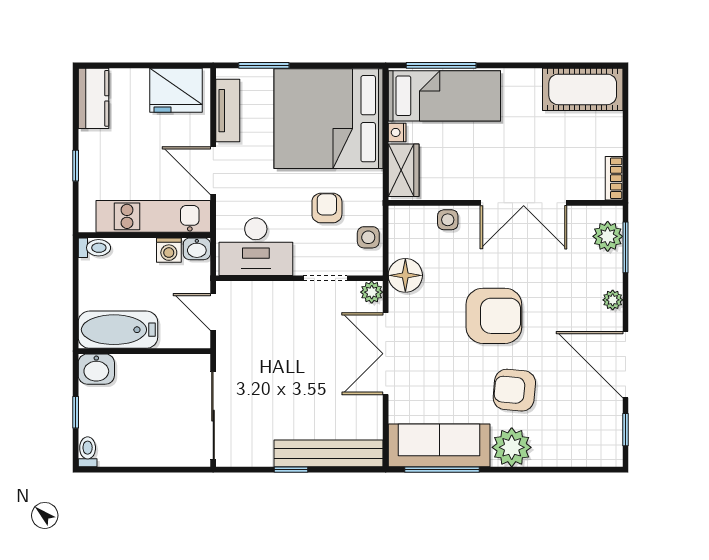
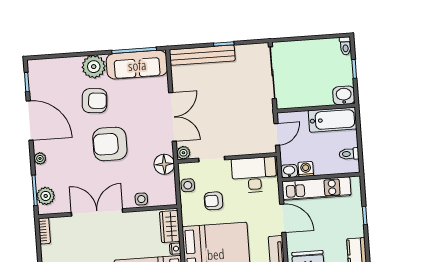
armchair: (327, 208) -> (214, 201), turned 90
toilet: (94, 248) -> (349, 154), moved
door: (213, 312) -> (277, 134), hinge flipped

